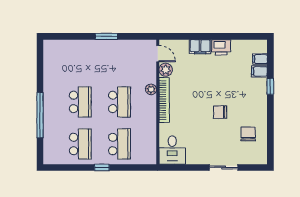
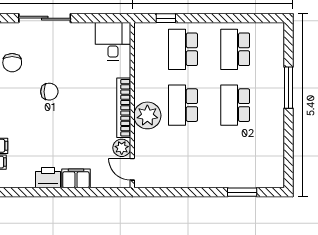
window: (106, 36) -> (242, 192), moved
plant: (151, 89) -> (147, 115), width x1.87, depth x1.87
window: (40, 115) -> (288, 88), width x0.68
window: (102, 167) -> (166, 18), moved
sliding door: (224, 167) -> (45, 18), width x1.37

